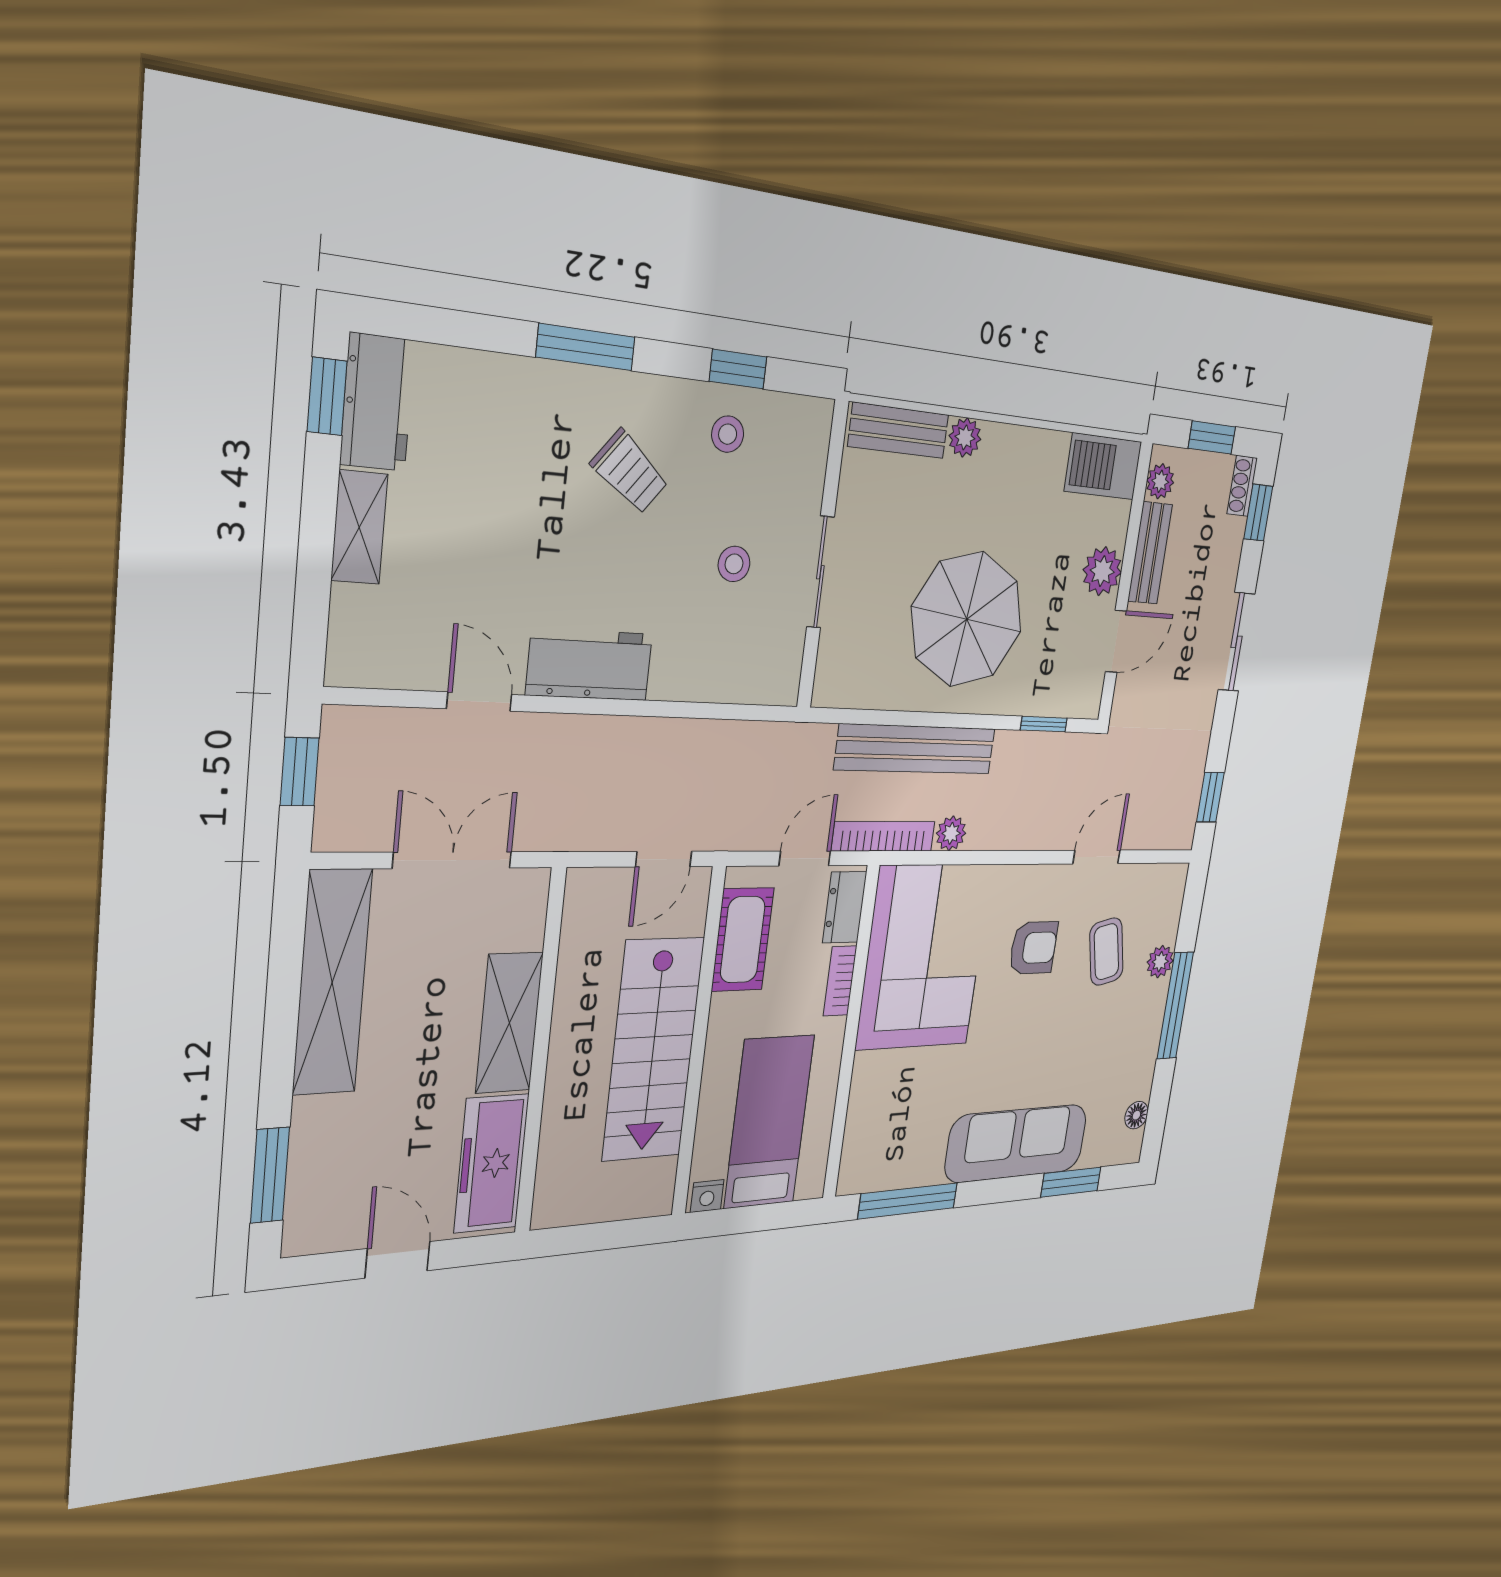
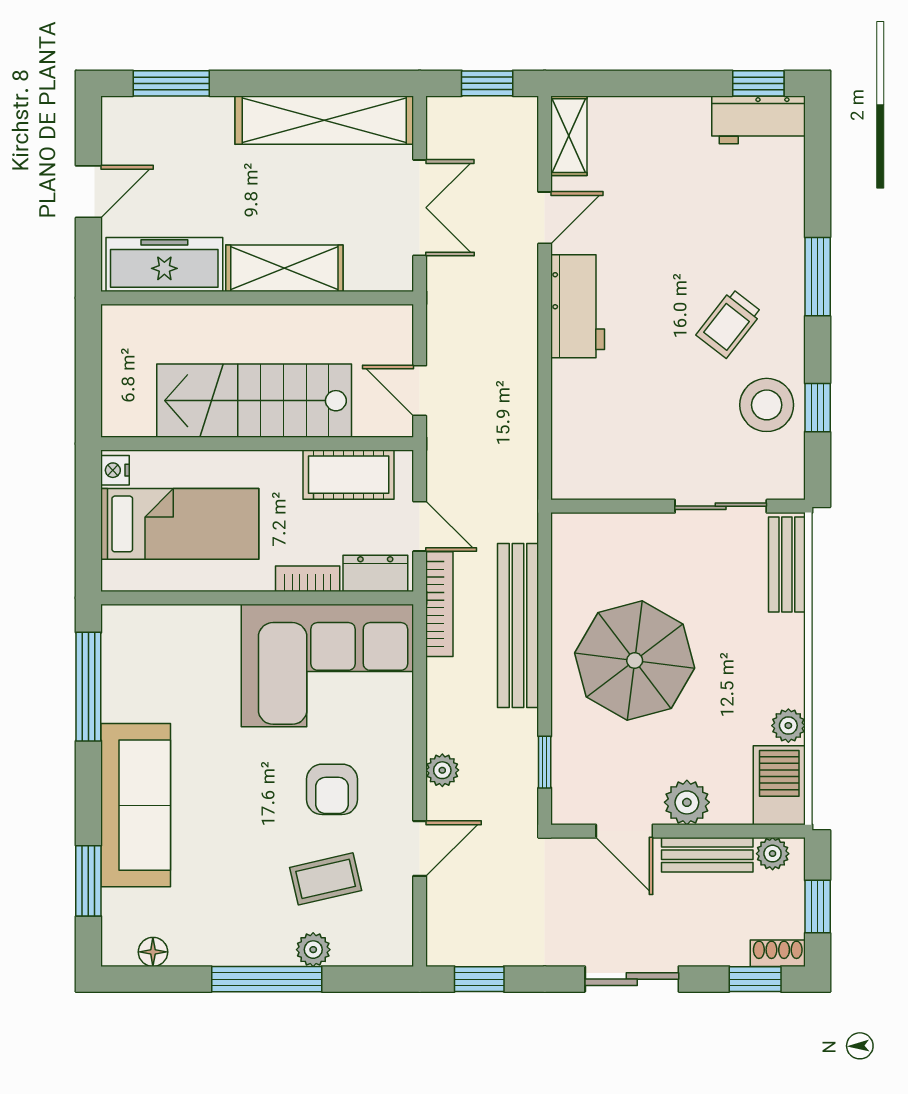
stool: (728, 434) -> (767, 405), width x1.89, depth x1.89
plant: (965, 437) -> (788, 726), moved
shelving: (359, 527) -> (569, 136), moved, turned 90
stool: (734, 564) -> (665, 424), removed
sliding door: (820, 572) -> (721, 506), moved
plant: (951, 833) -> (442, 770), moved
door: (1097, 857) -> (420, 848), hinge flipped

